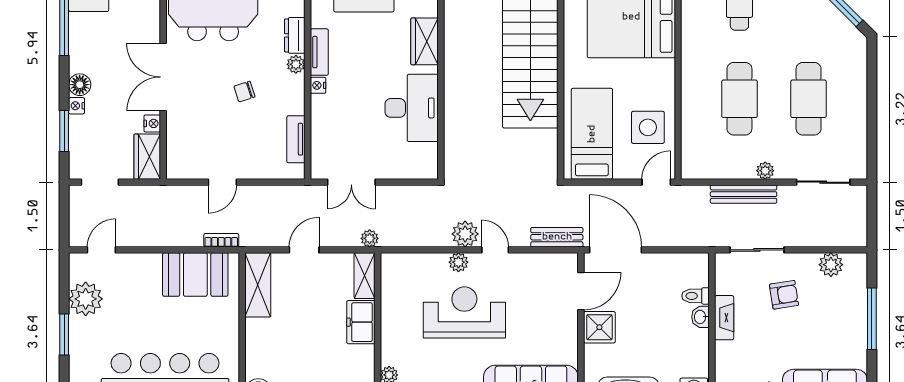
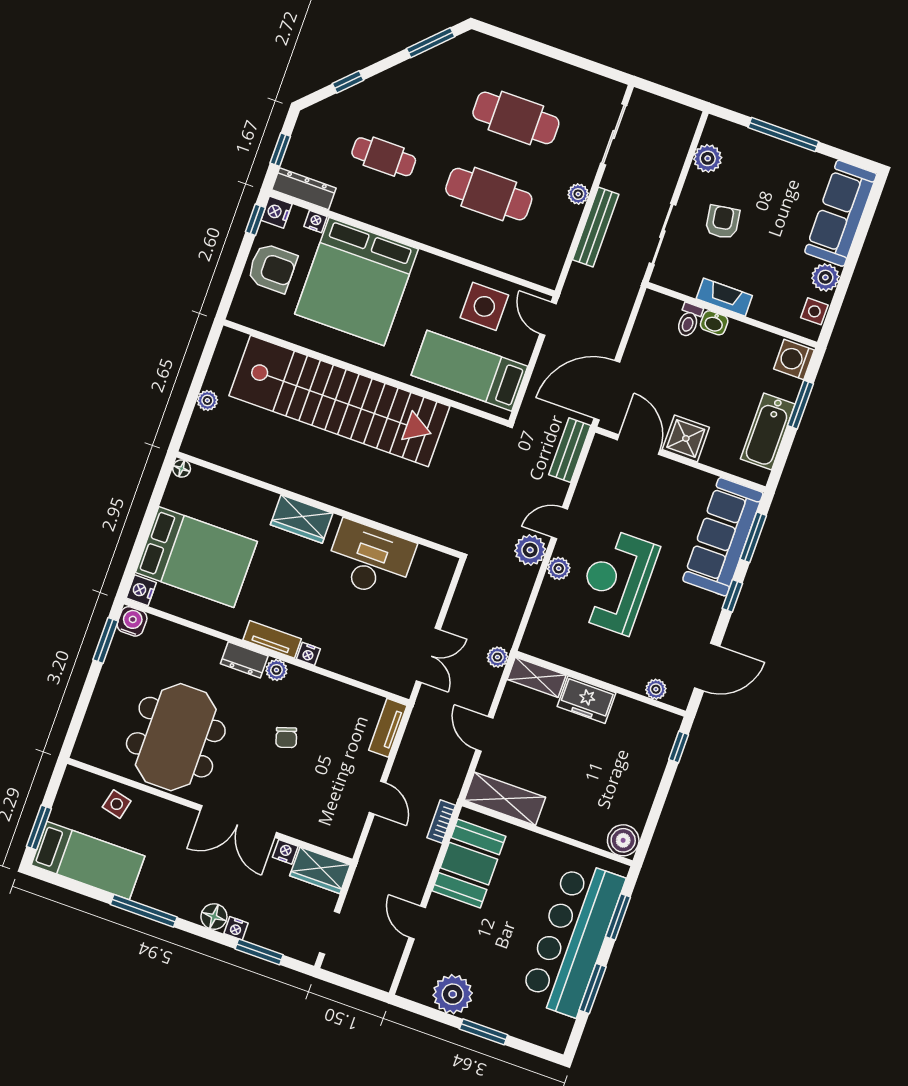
tv unit: (296, 139) -> (388, 728), moved, turned 90
door: (101, 250) -> (417, 923), moved

